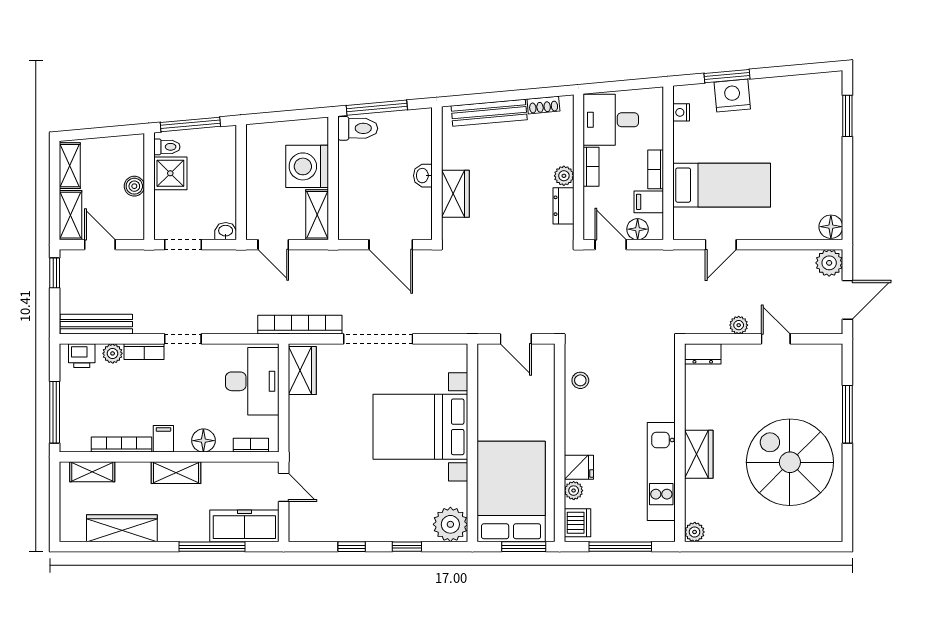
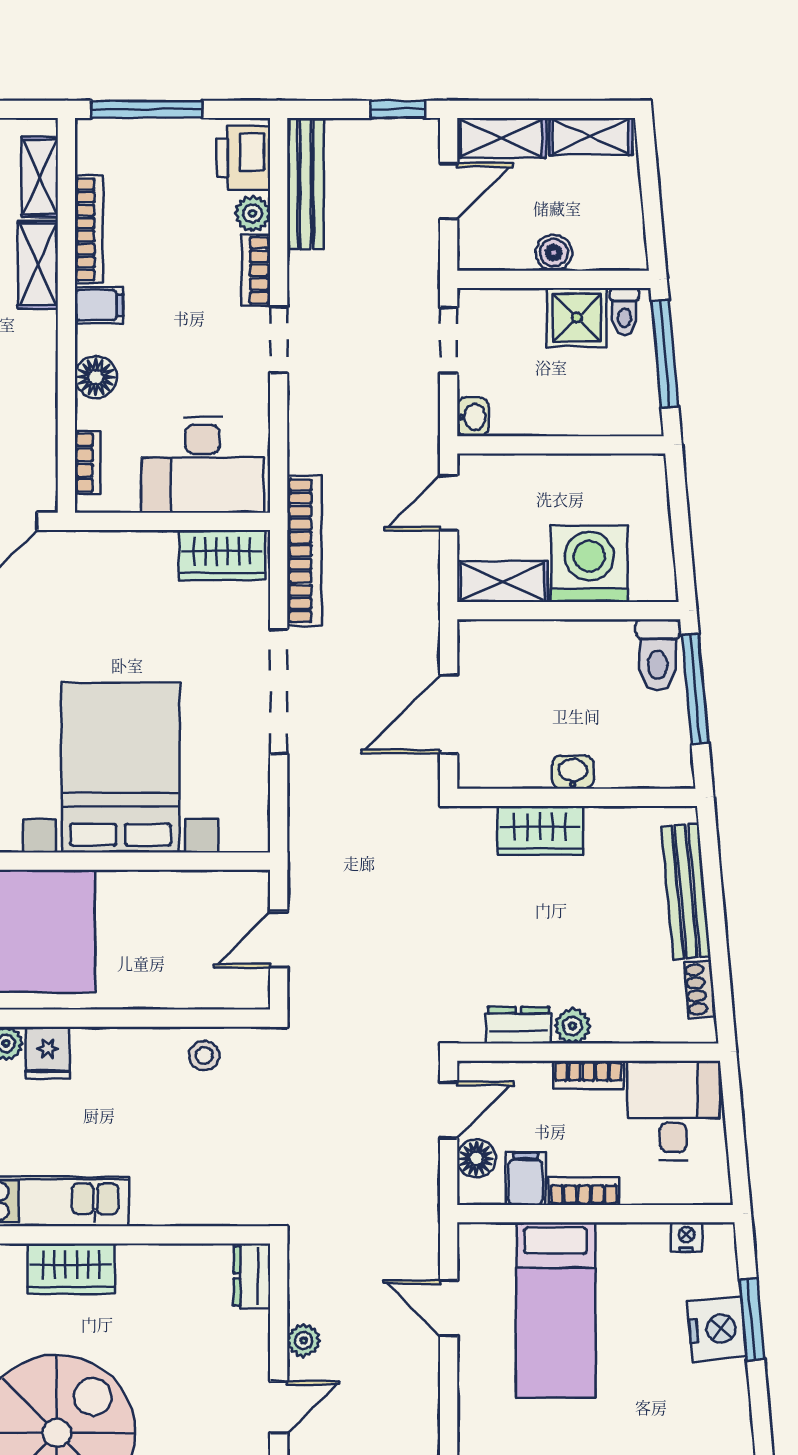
printer: (82, 356) -> (244, 158), width x1.36, depth x1.24
shelving: (176, 473) -> (38, 265), moved

